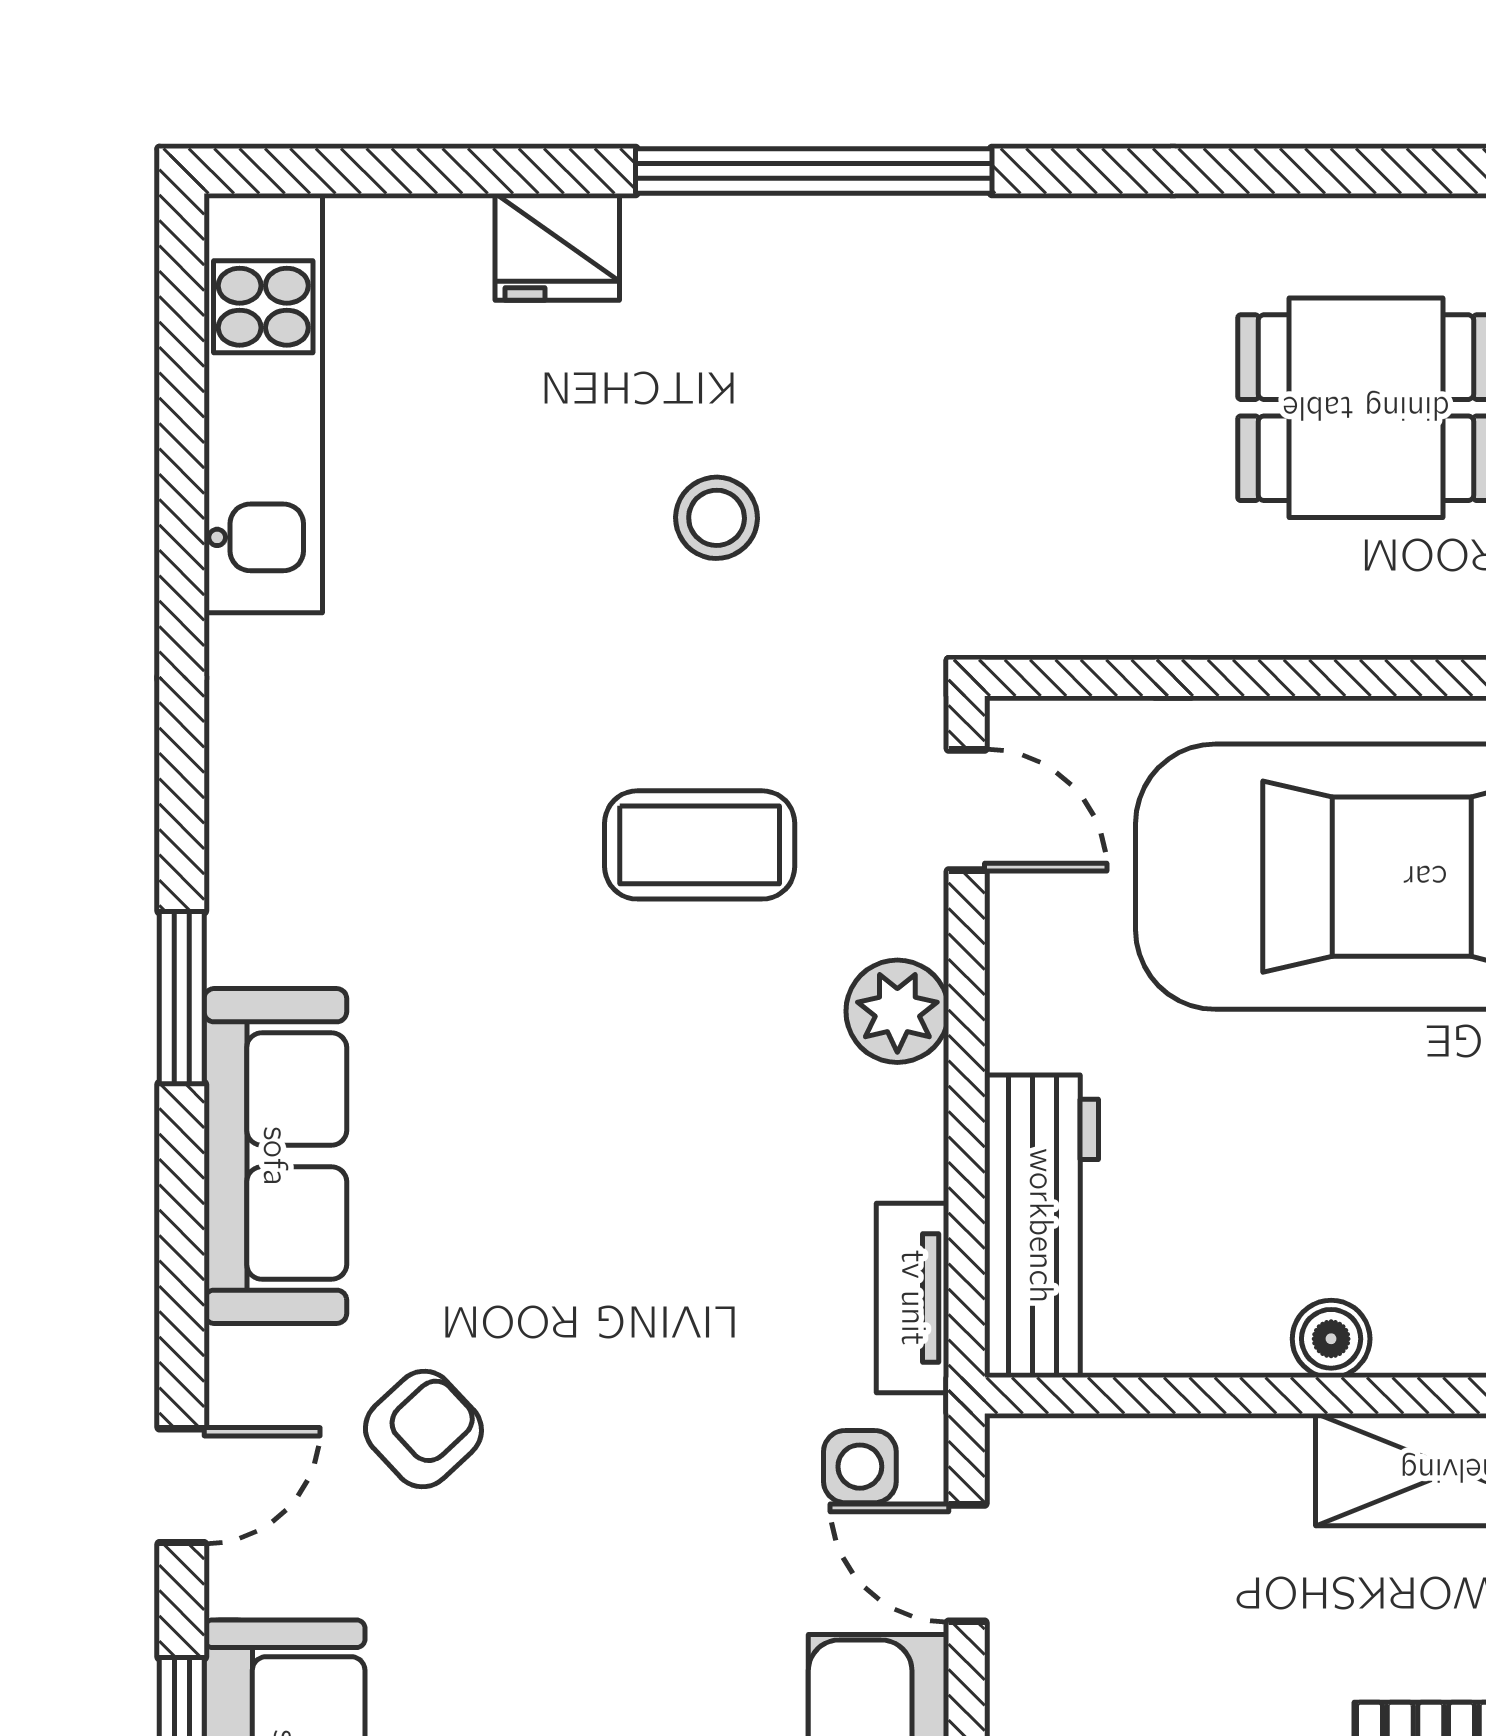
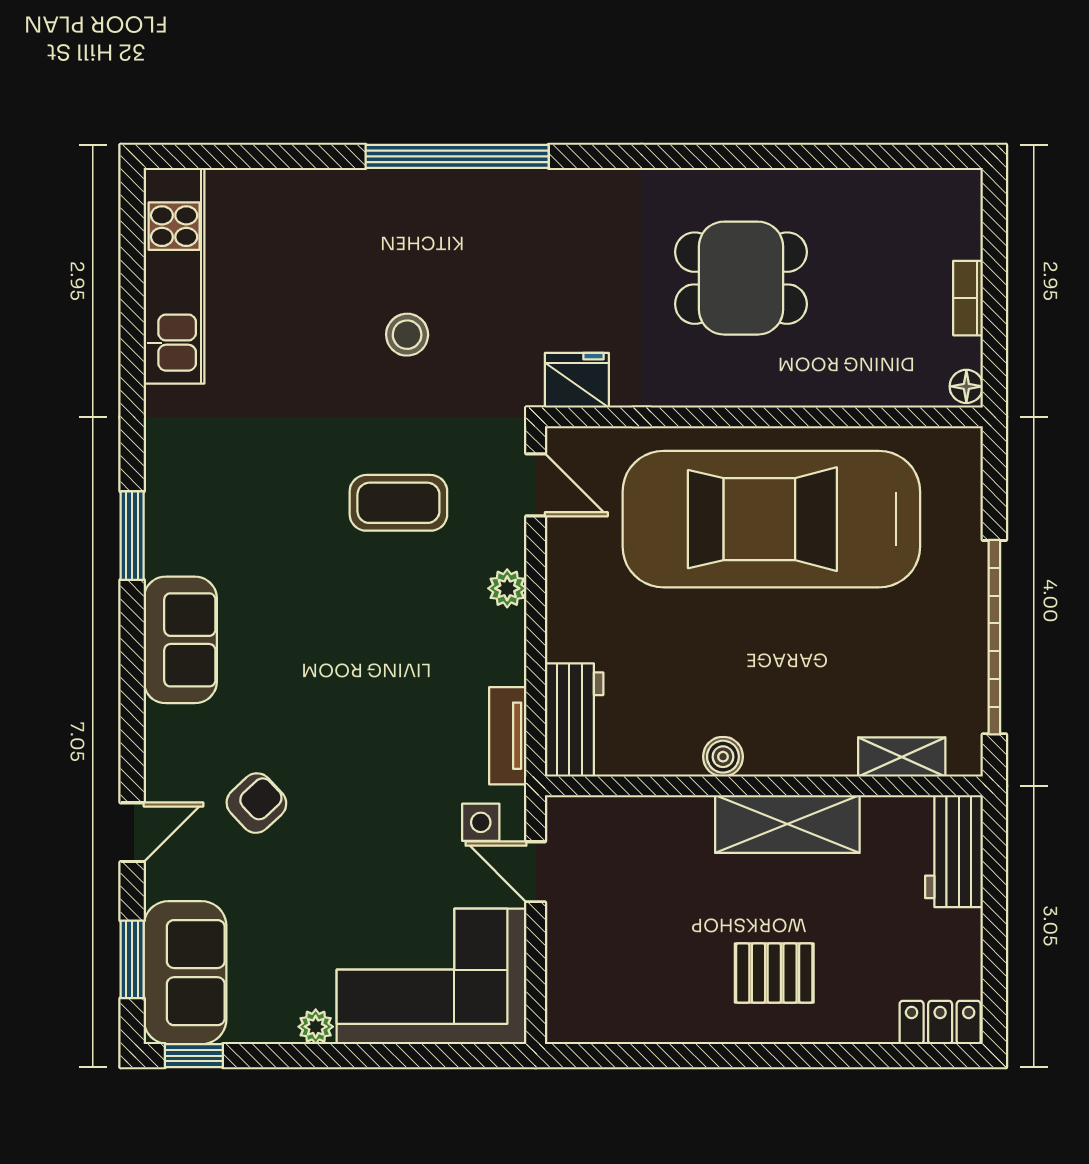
fridge: (557, 247) -> (577, 380), moved, turned 180
window: (182, 998) -> (132, 536), moved
plant: (897, 1011) -> (507, 588), width x0.73, depth x0.73
sofa: (275, 1156) -> (180, 640), width x0.73
workbench: (1041, 1226) -> (574, 720), width x0.73

